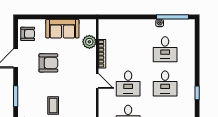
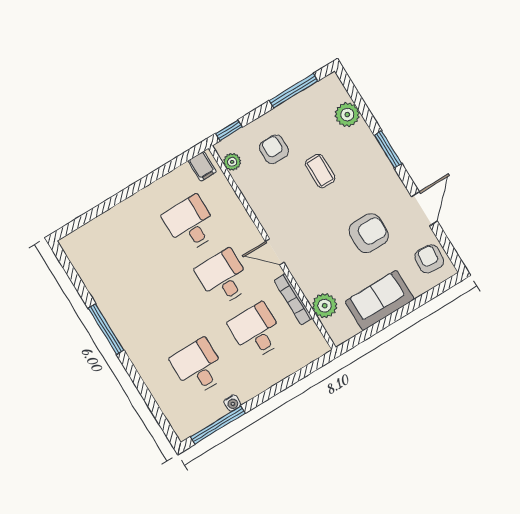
armchair: (28, 34) -> (429, 259), turned 95
armchair: (48, 63) -> (369, 233), turned 180
desk: (165, 84) -> (256, 331), moved
window: (197, 93) -> (106, 329), width x2.17

